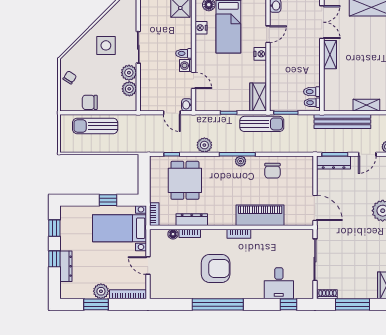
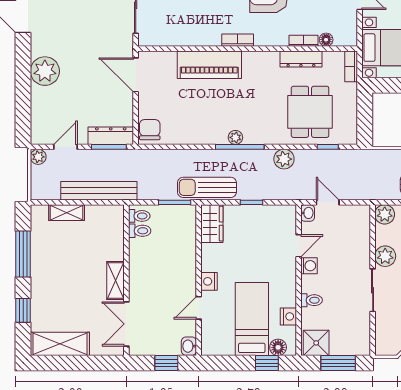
toilet: (184, 53) -> (311, 300), moved
door: (194, 80) -> (299, 246), swing flipped
plant: (129, 89) -> (385, 214), moved
chair: (272, 171) -> (150, 130), moved

